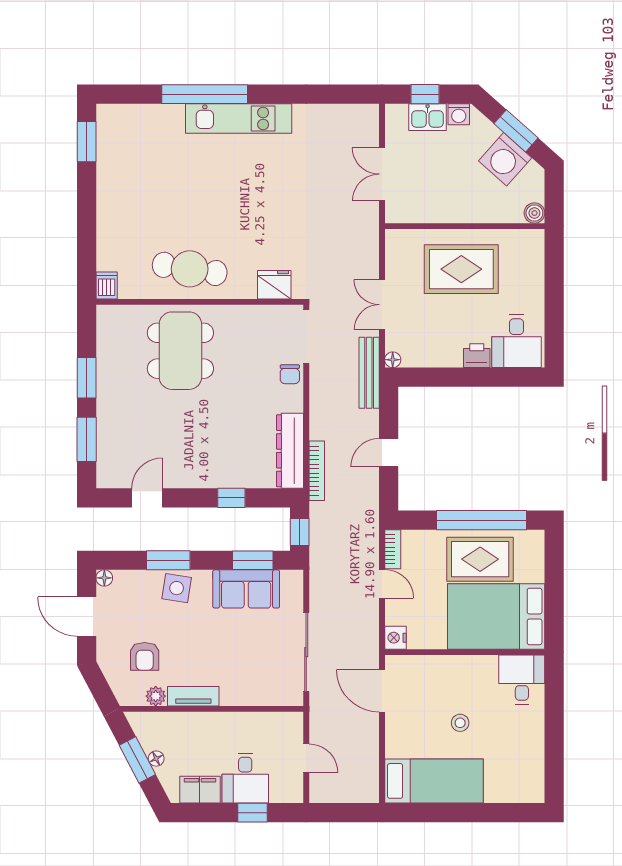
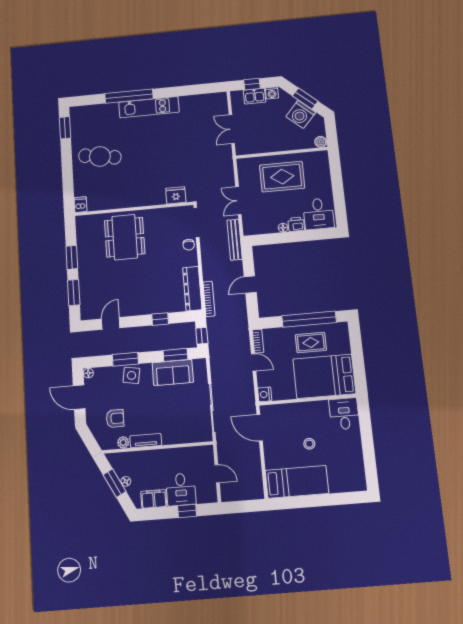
cafe table: (190, 269) -> (100, 156), moved
floor lamp: (393, 360) -> (283, 228), moved
rug: (480, 559) -> (311, 343), width x0.73, depth x0.70
armchair: (145, 656) -> (115, 418), turned -90

